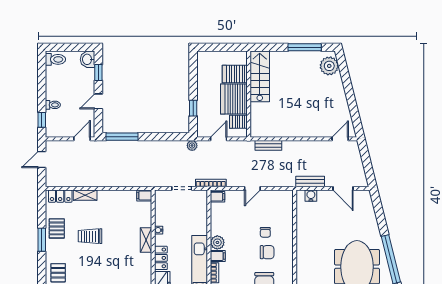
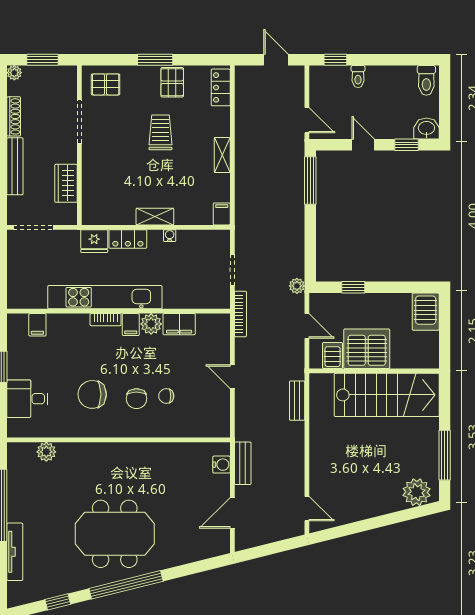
server rack: (235, 74) -> (426, 312), moved, turned 180
stairs: (260, 76) -> (387, 395), width x1.36, depth x1.51
shelving: (85, 195) -> (222, 155), moved
filing cabinet: (218, 197) -> (179, 324), moved, width x2.00
pallet: (57, 228) -> (172, 82), turned 90

